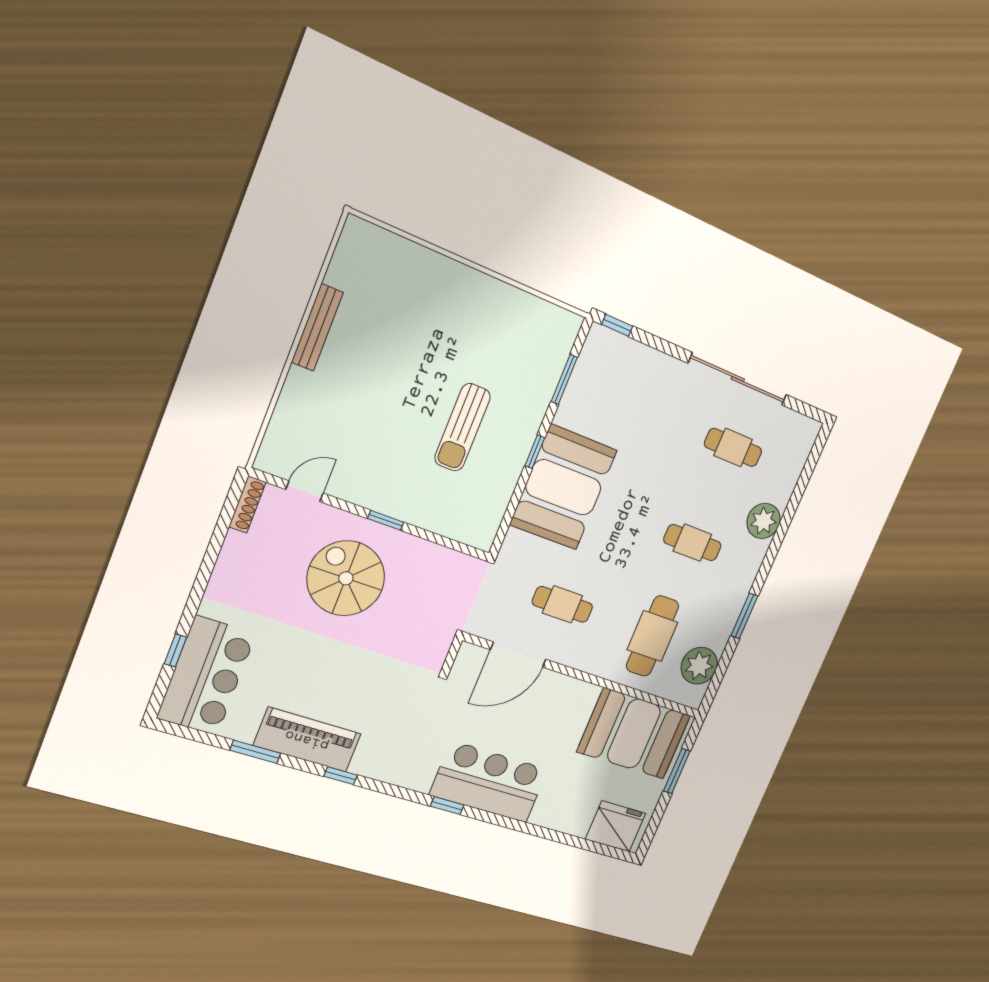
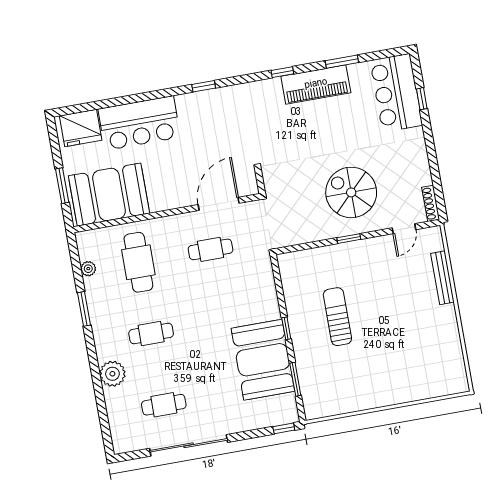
bench: (317, 327) -> (442, 278), moved
booth: (563, 487) -> (263, 360), moved
spiral stairs: (346, 578) -> (351, 192), turned 180
plant: (699, 666) -> (88, 269), width x0.53, depth x0.53
bar counter: (489, 782) -> (139, 123), moved

